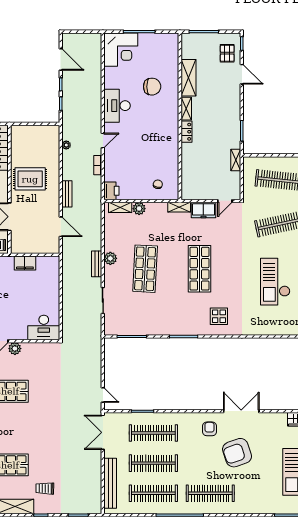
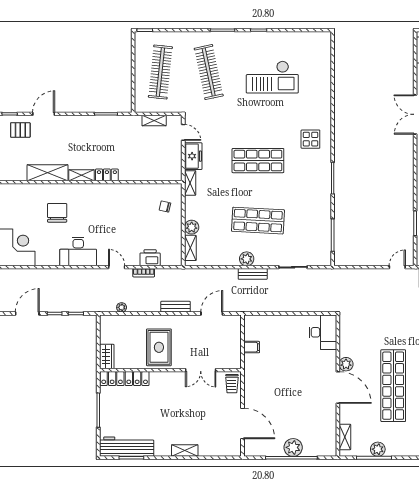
wardrobe: (22, 132) -> (107, 357), added
shelving: (236, 160) -> (154, 121), moved
printer: (111, 191) -> (150, 258), moved
filing cabinet: (25, 263) -> (252, 347), width x0.50

